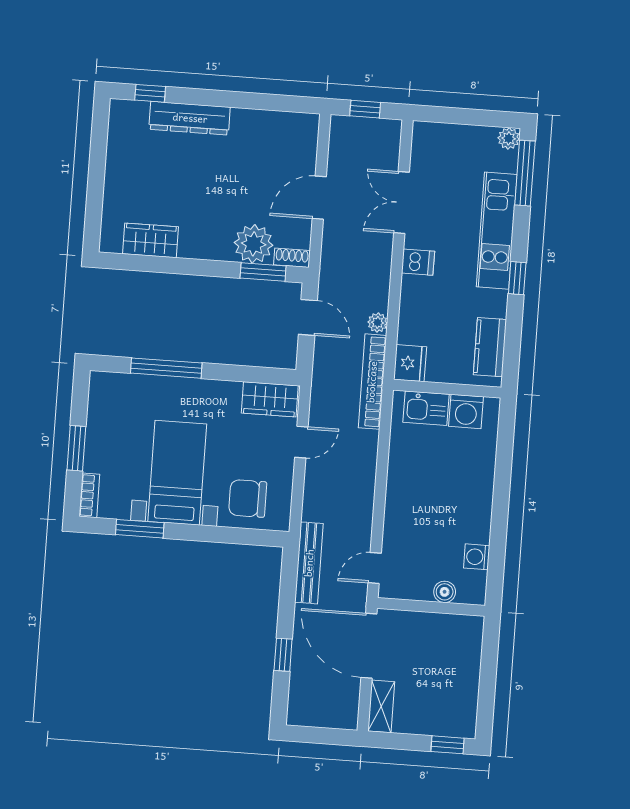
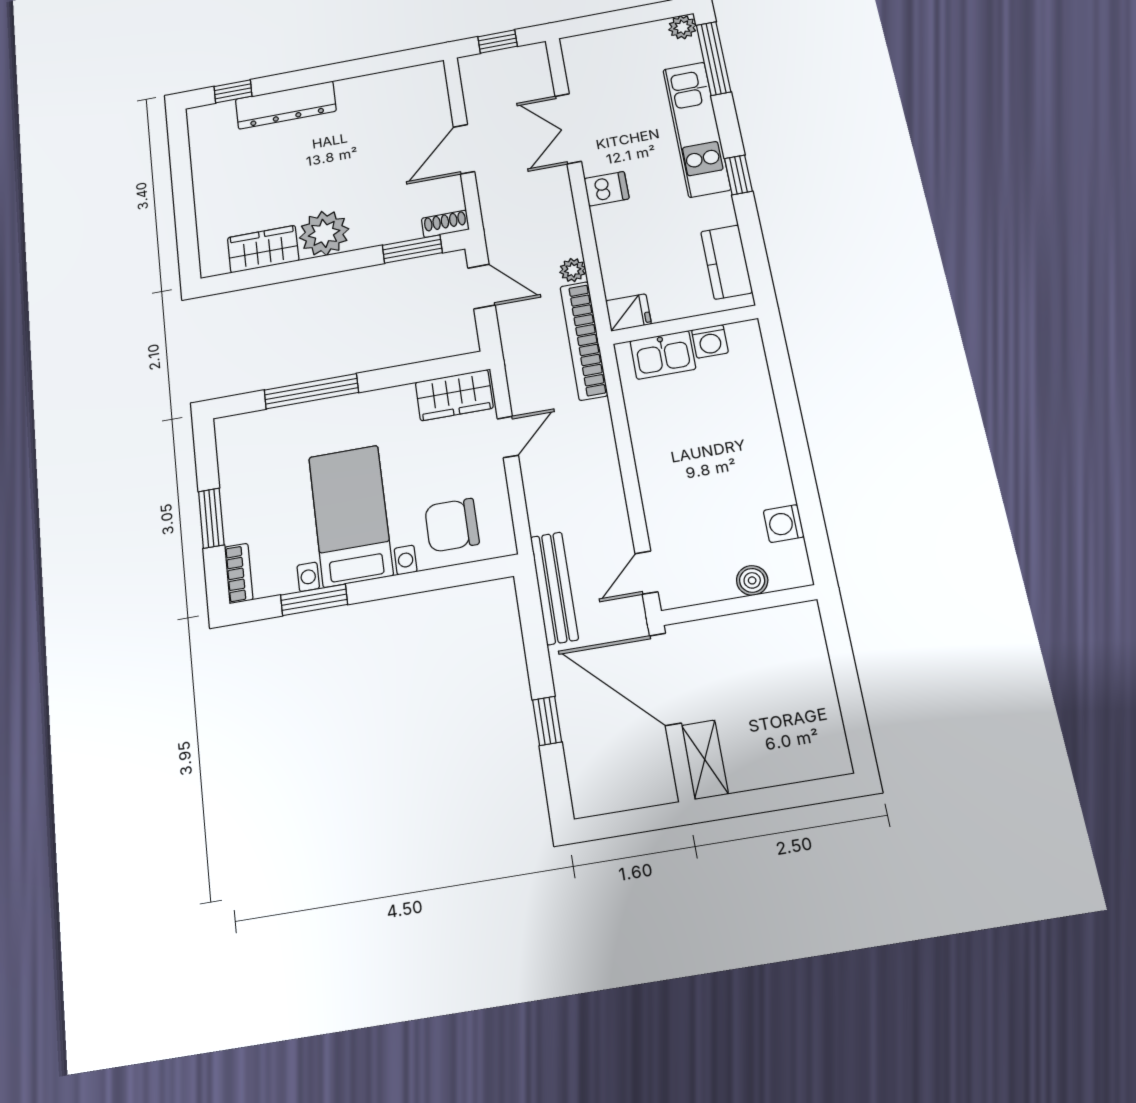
plant: (254, 244) -> (324, 233), moved
fridge: (410, 363) -> (628, 312), width x0.72
washing machine: (466, 411) -> (710, 341), width x0.73, depth x0.73
window: (448, 745) -> (816, 792), removed

